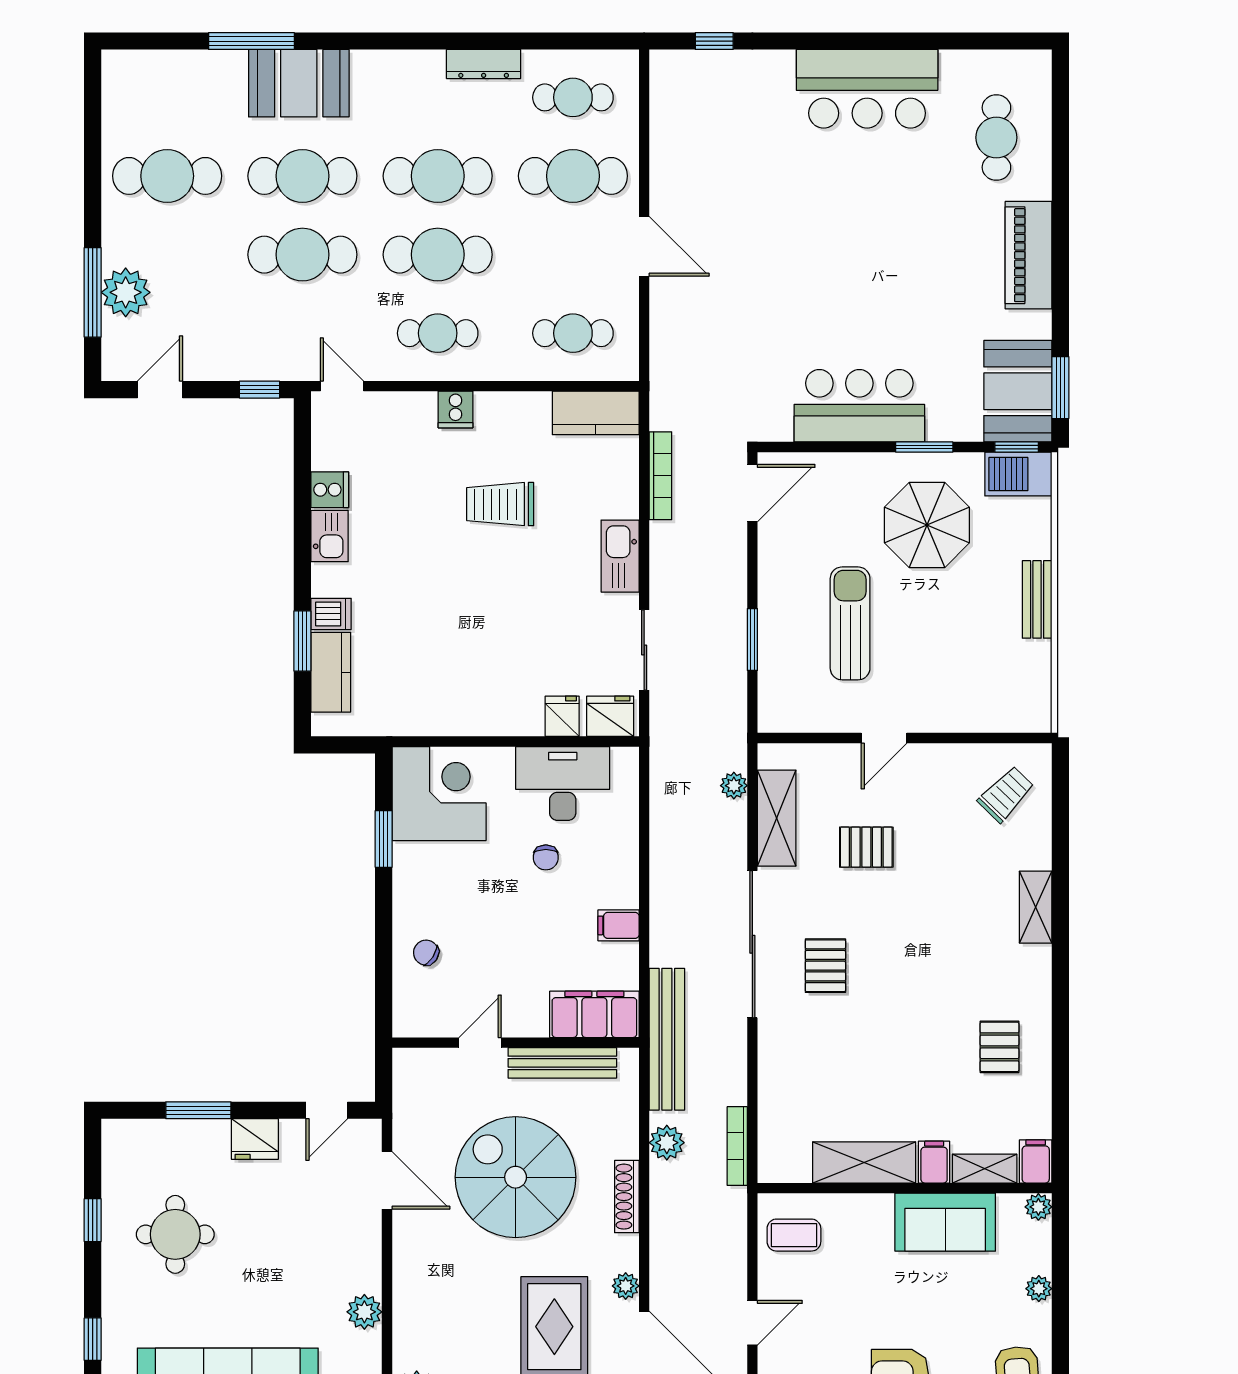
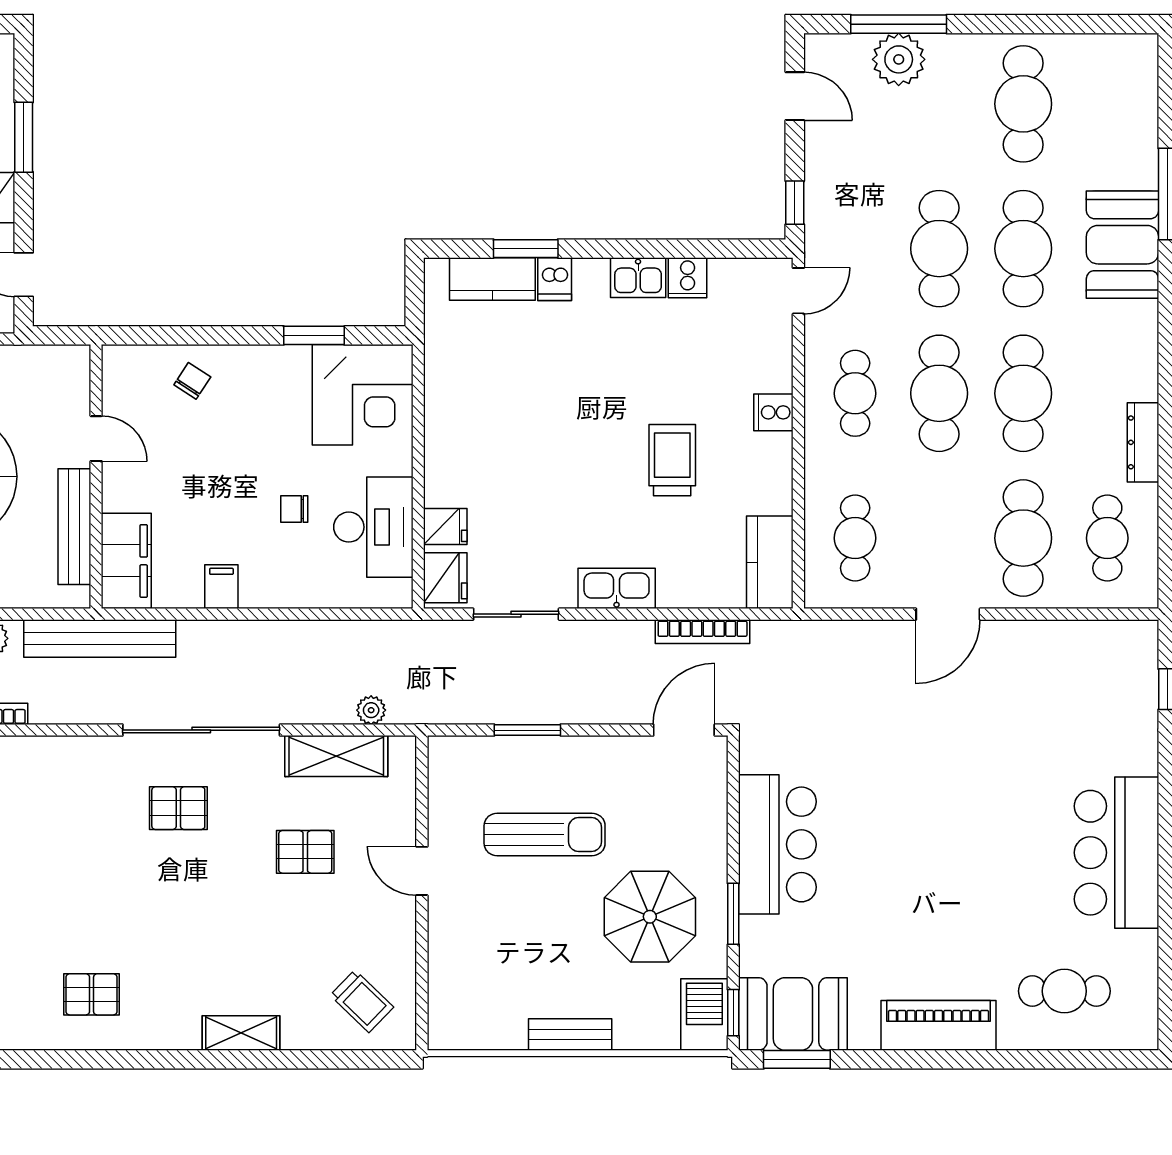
door: (752, 493) -> (684, 730), swing flipped
pallet: (866, 847) -> (305, 852), turned 90

